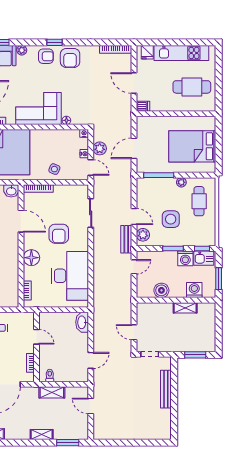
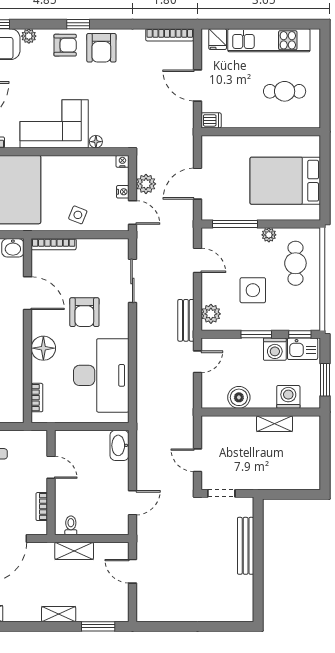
cafe table: (192, 87) -> (285, 91), width x0.73, depth x0.74
door: (134, 216) -> (198, 260), moved
window: (195, 355) -> (290, 494), removed

